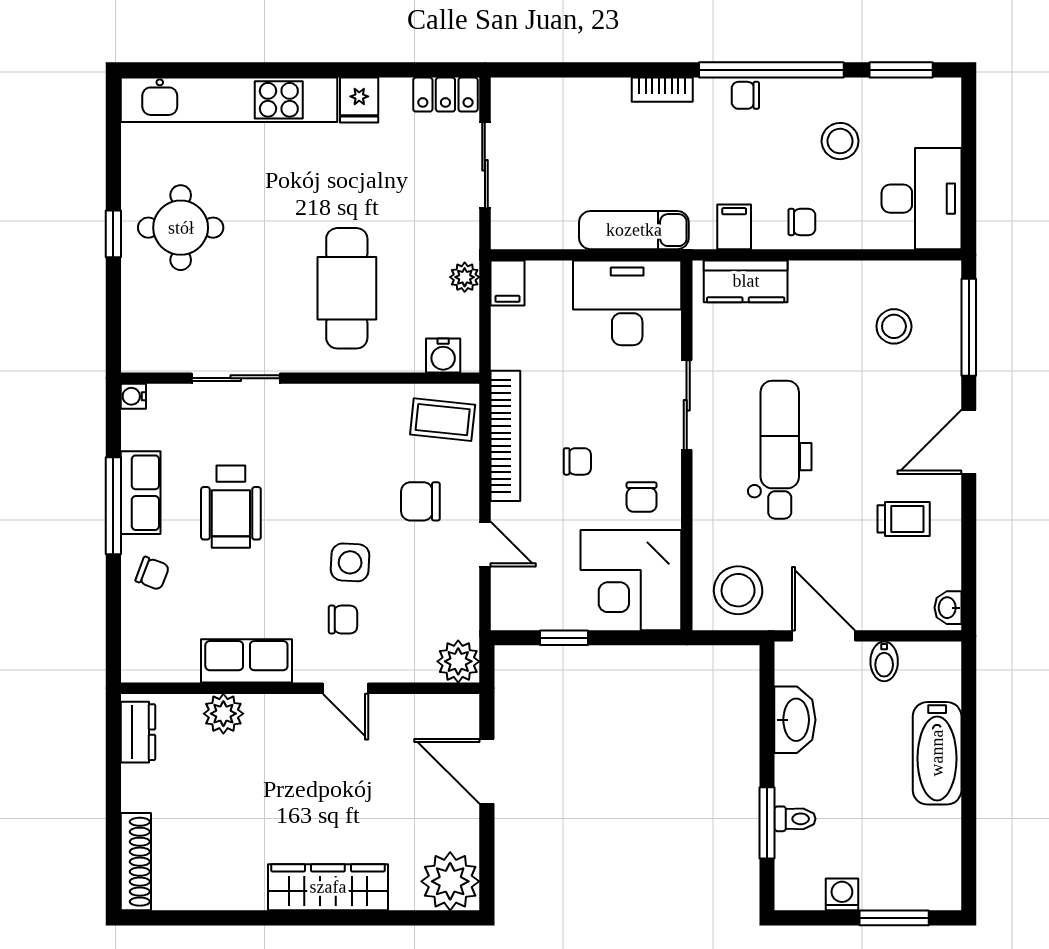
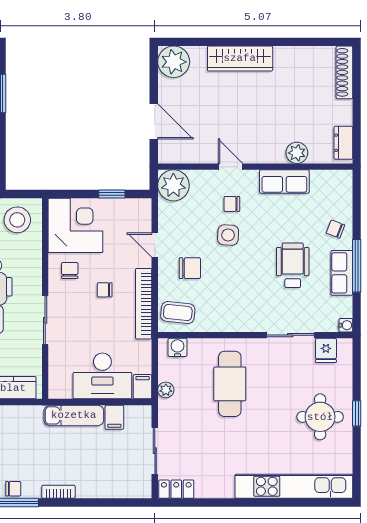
fridge: (359, 100) -> (326, 350), moved, turned 180
filing cabinet: (734, 227) -> (114, 417), moved
desk: (627, 303) -> (102, 376), moved
plant: (458, 661) -> (173, 185), width x1.36, depth x1.36

